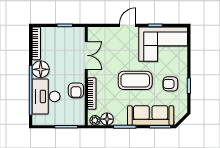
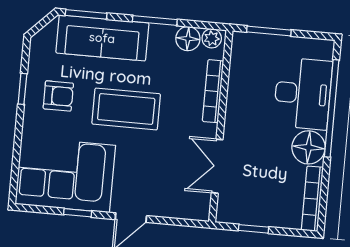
armchair: (76, 90) -> (243, 100), removed

